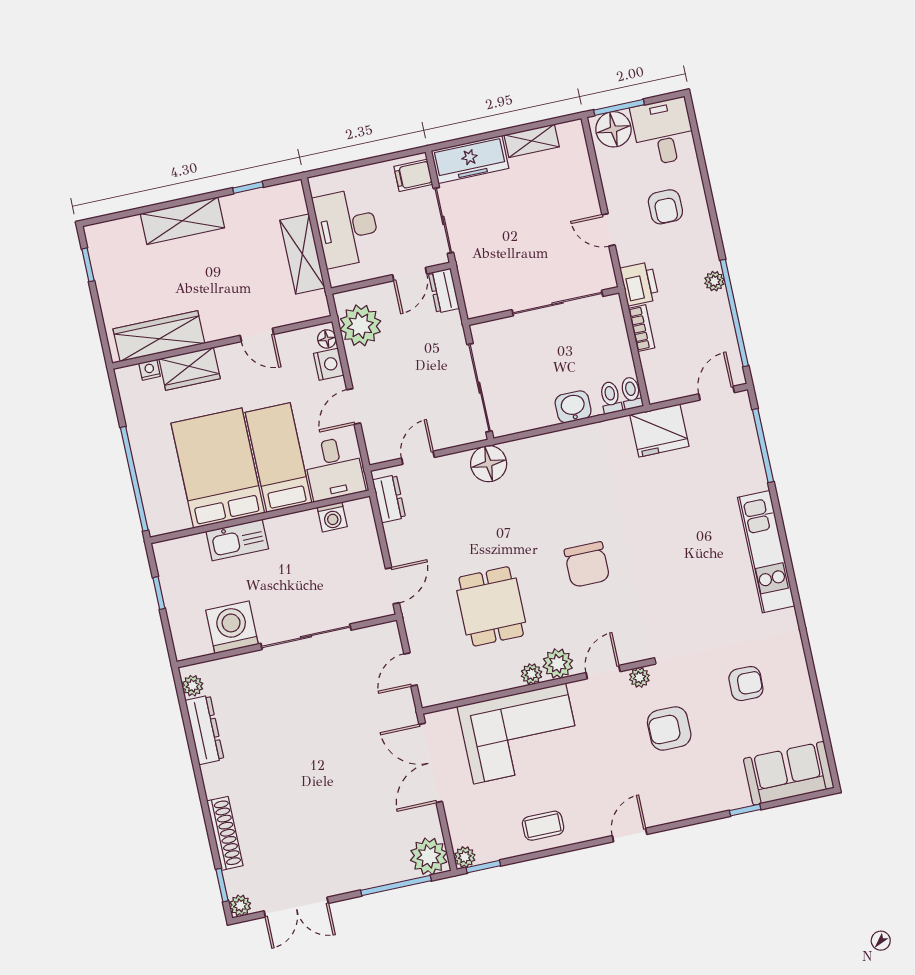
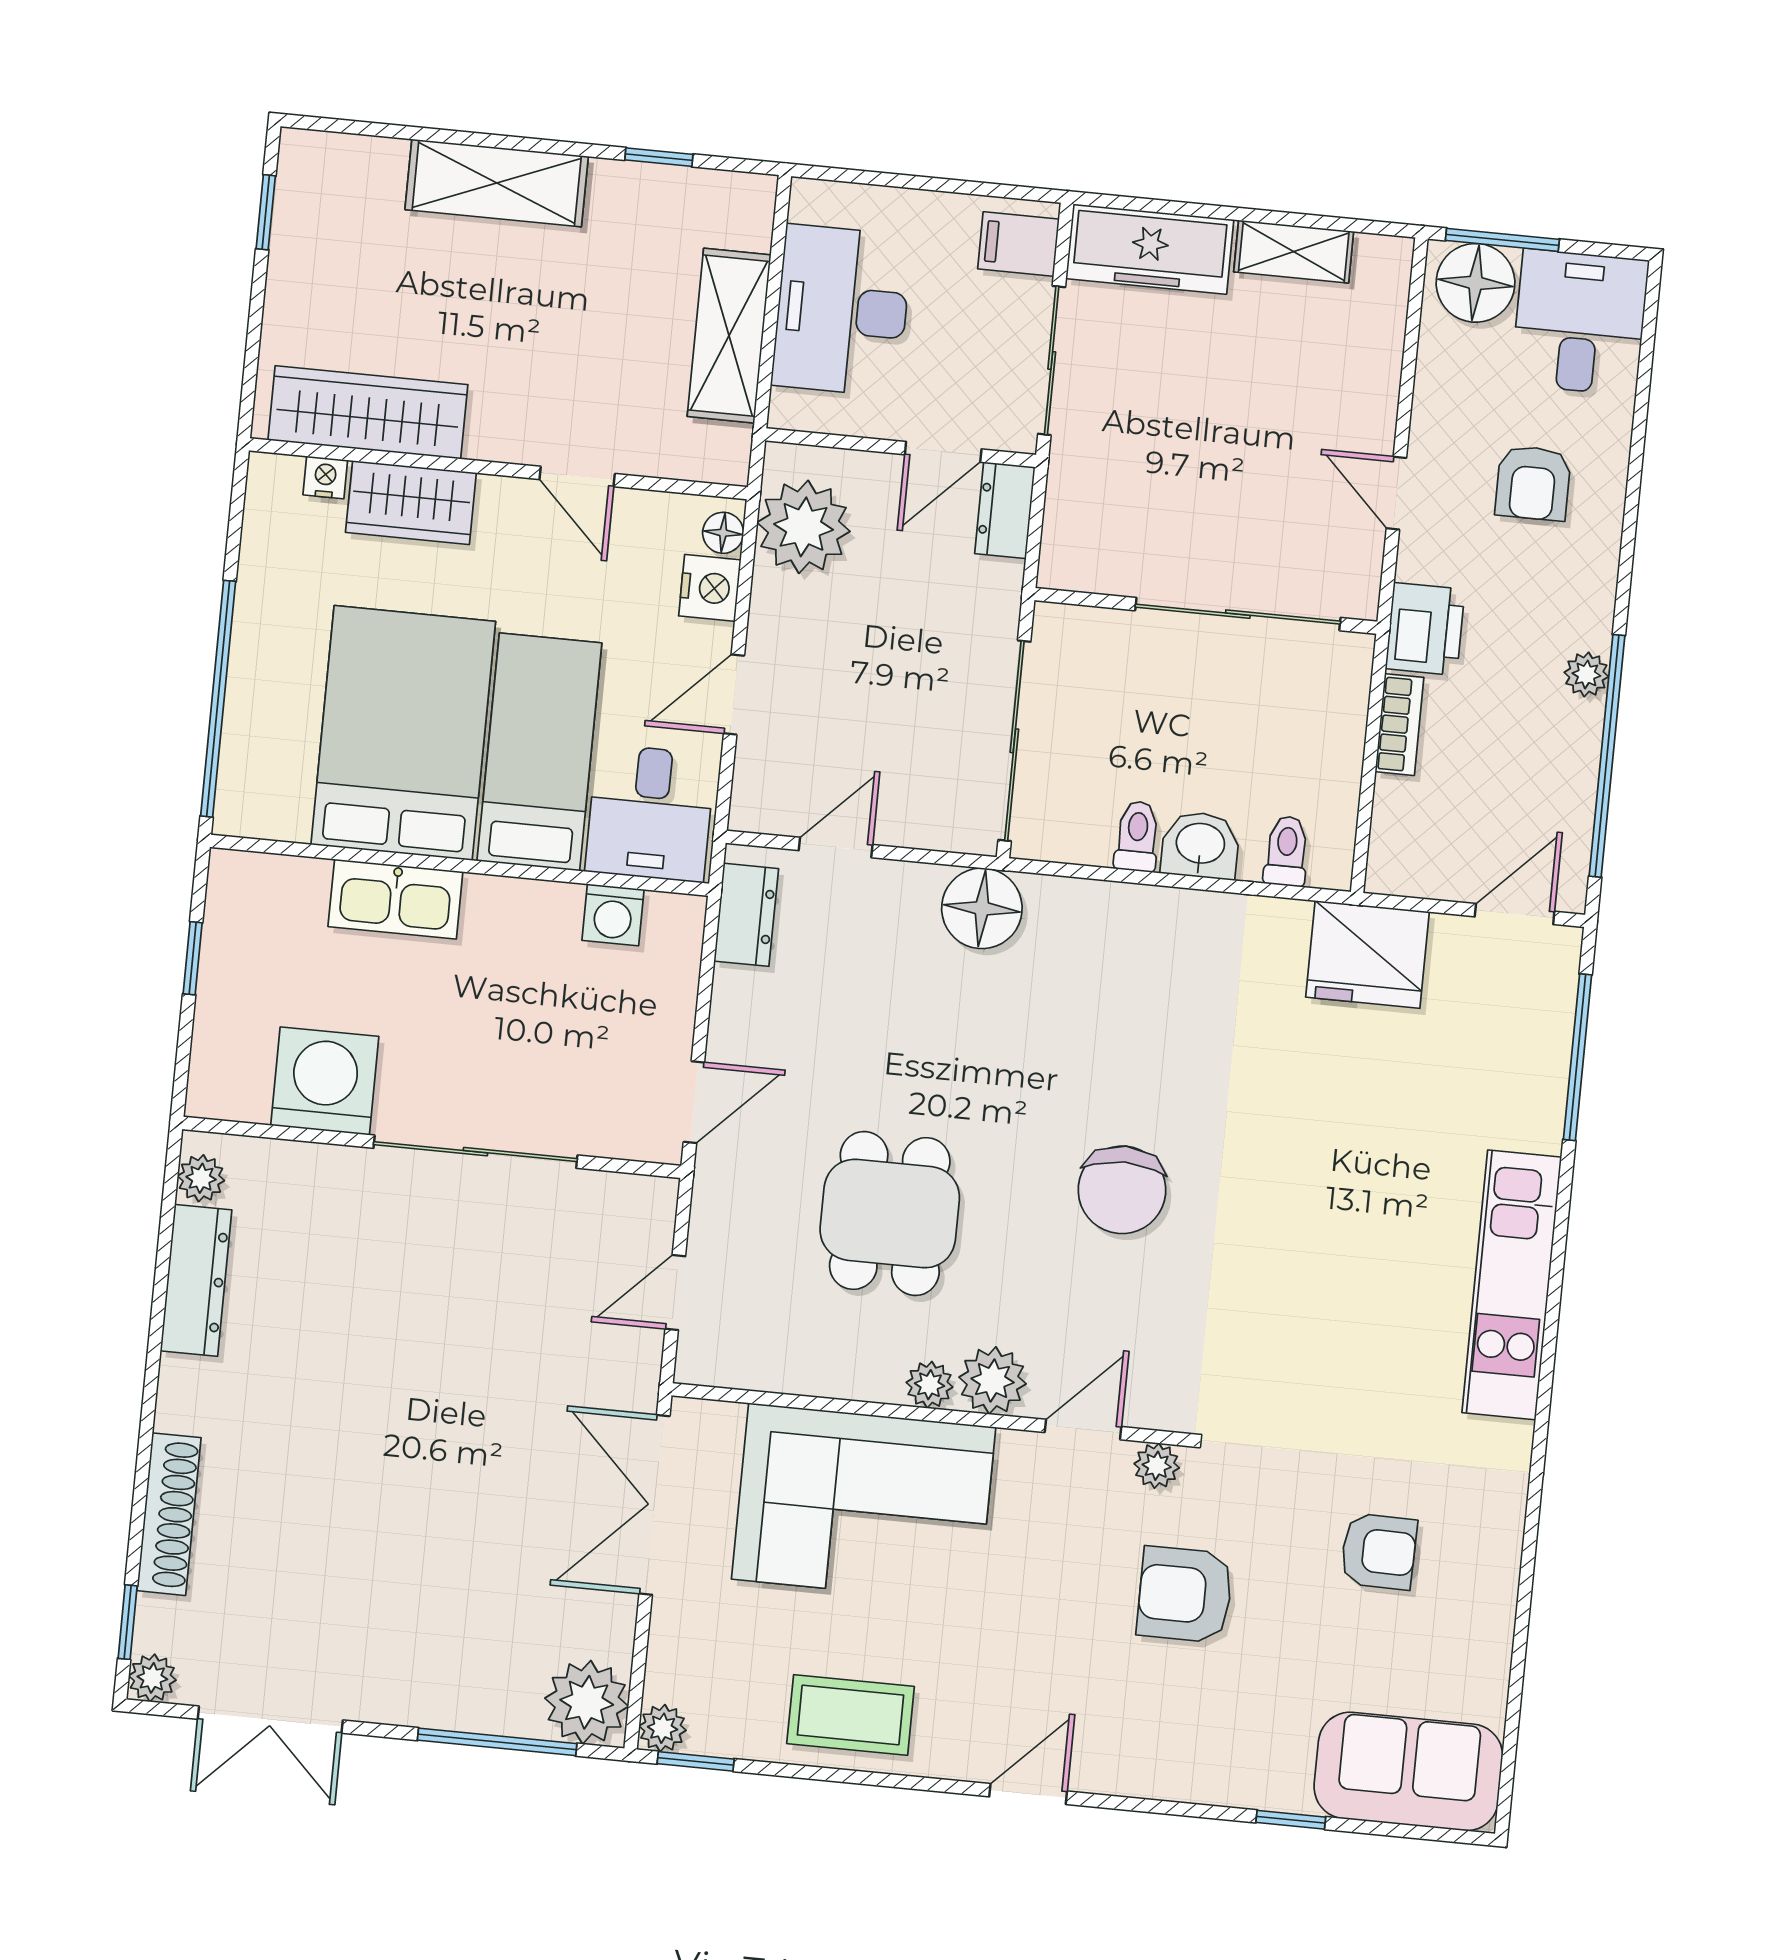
toilet: (631, 393) -> (1137, 836), moved
coffee table: (543, 826) -> (851, 1715), width x1.36, depth x1.30

